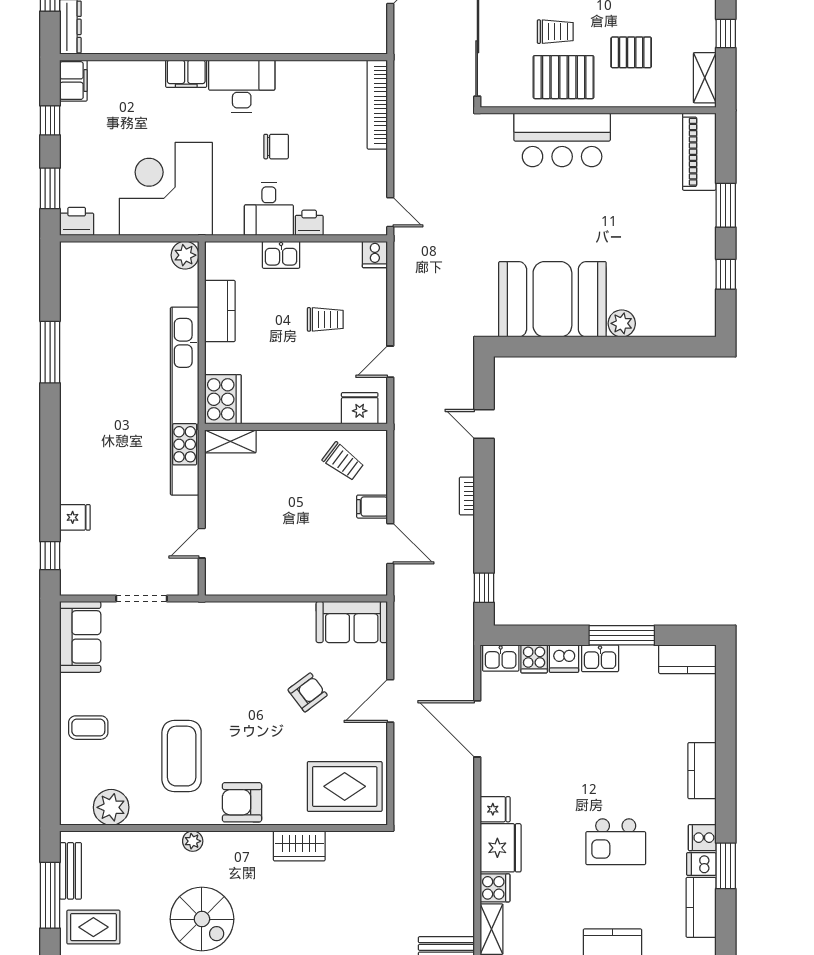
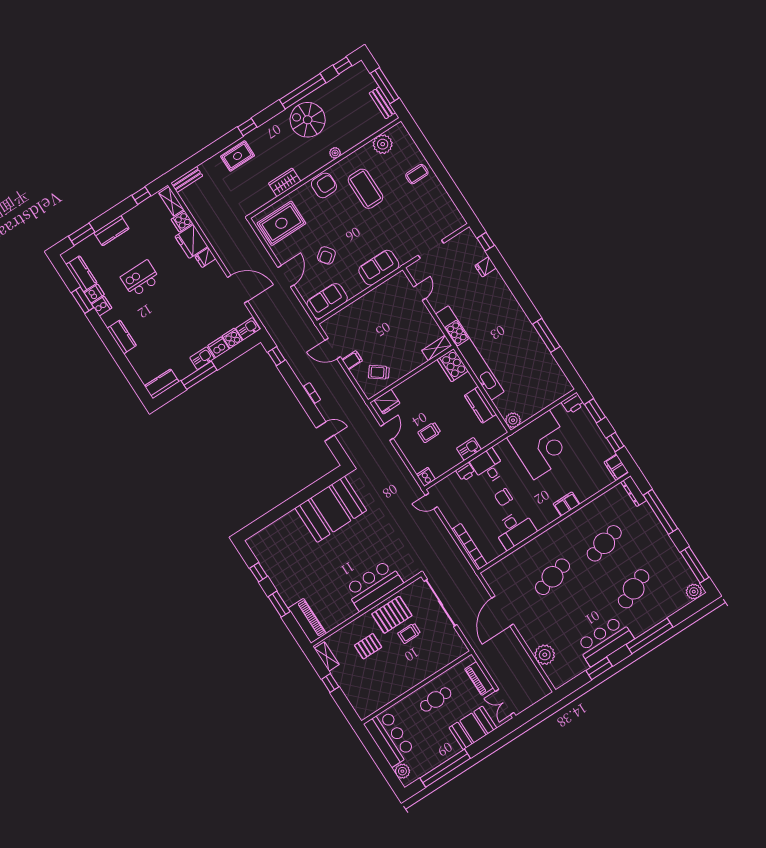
desk: (242, 86) -> (515, 529), moved
plant: (622, 323) -> (292, 519), removed
sofa: (80, 637) -> (379, 268), moved, turned 90
rug: (93, 927) -> (238, 156), moved

